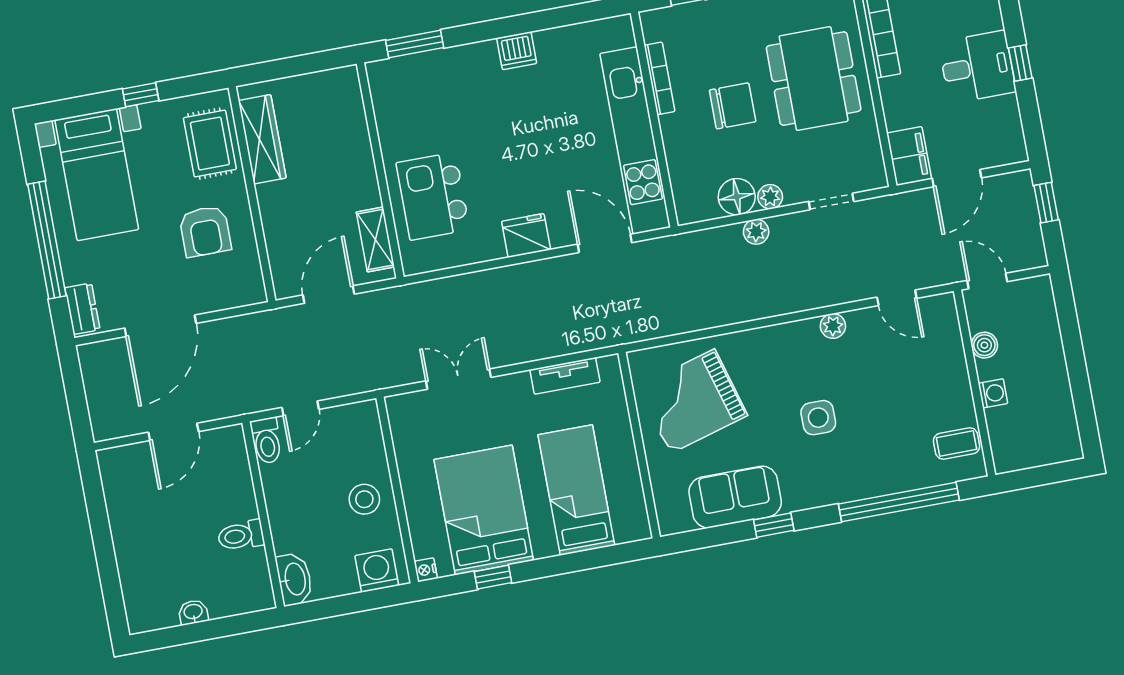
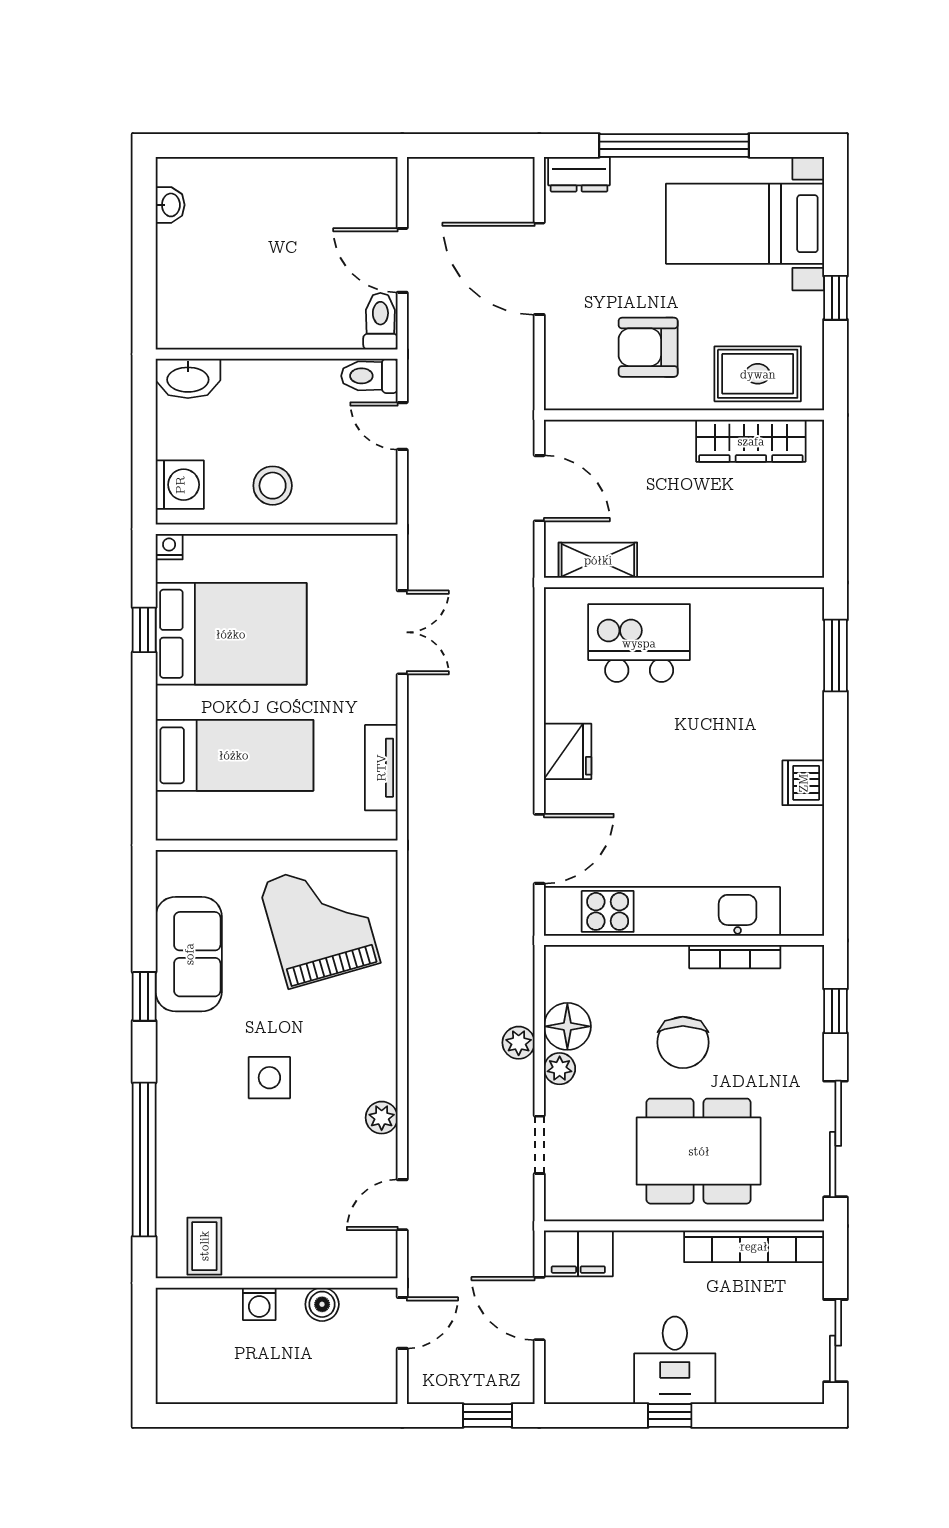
toilet: (241, 536) -> (380, 321), moved
washbasin: (193, 612) -> (170, 205), moved

